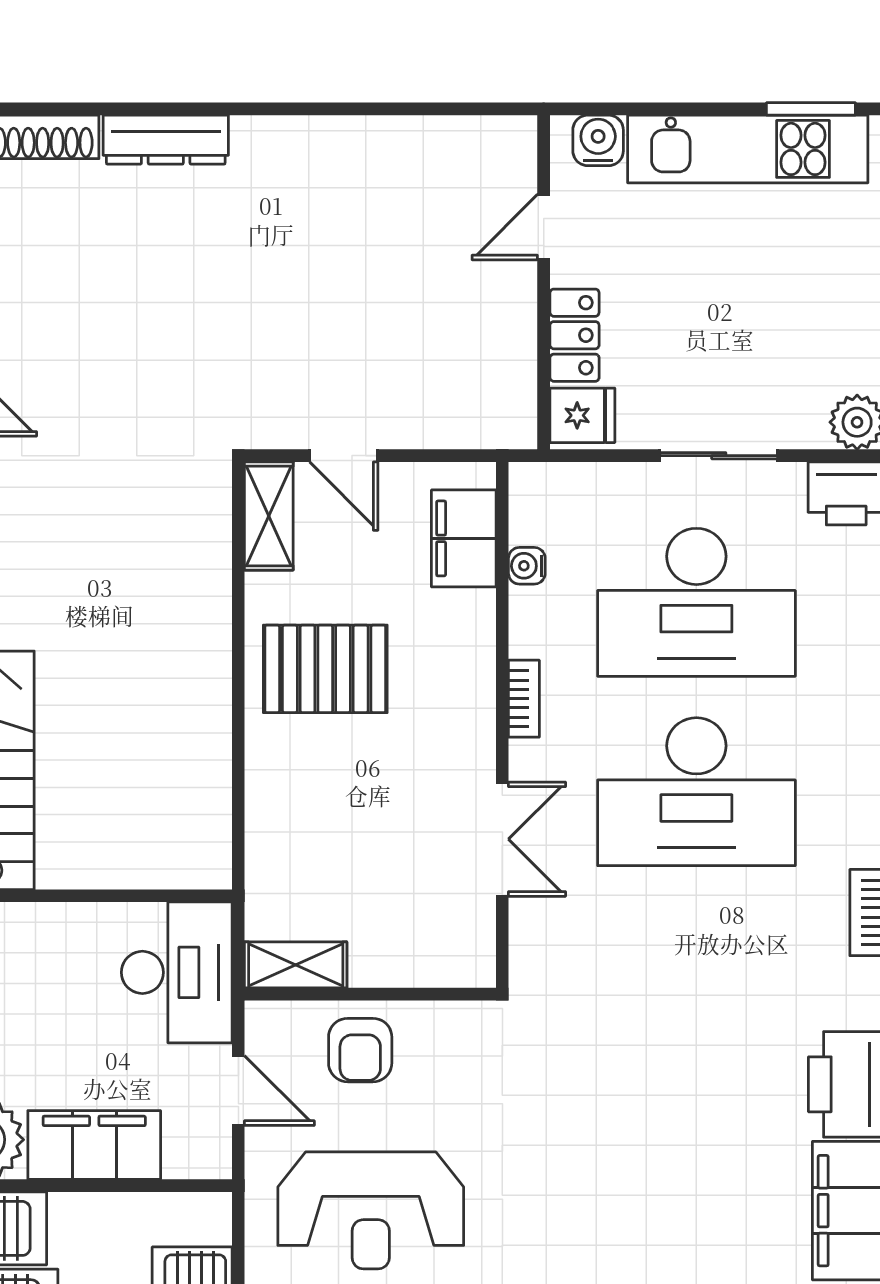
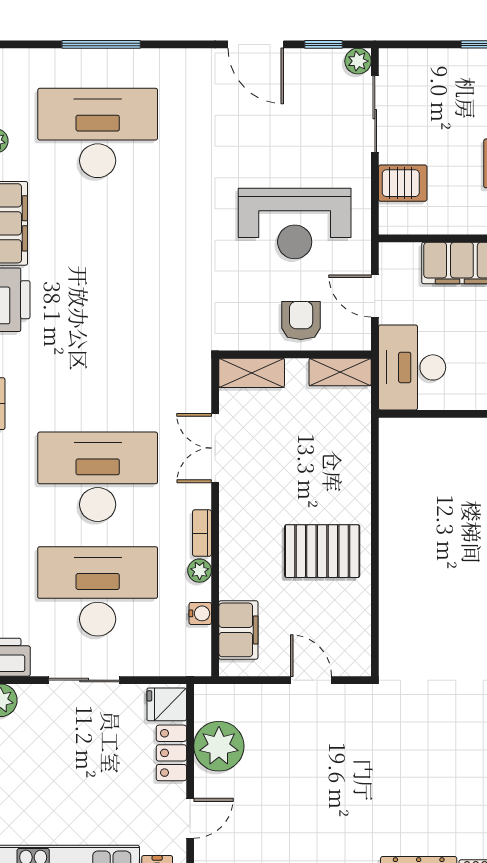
plant: (496, 346) -> (219, 746), added
shelving: (269, 516) -> (252, 373), moved, turned 90
plant: (528, 637) -> (200, 571), added
reception desk: (371, 1210) -> (295, 223), turned 180

